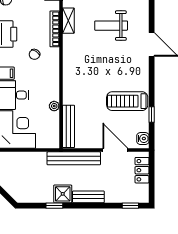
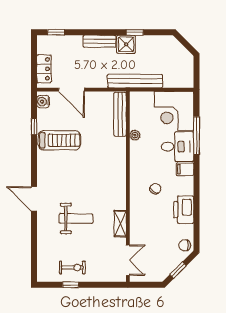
bookcase: (55, 29) -> (134, 215), removed
bench: (74, 158) -> (135, 81), moved

